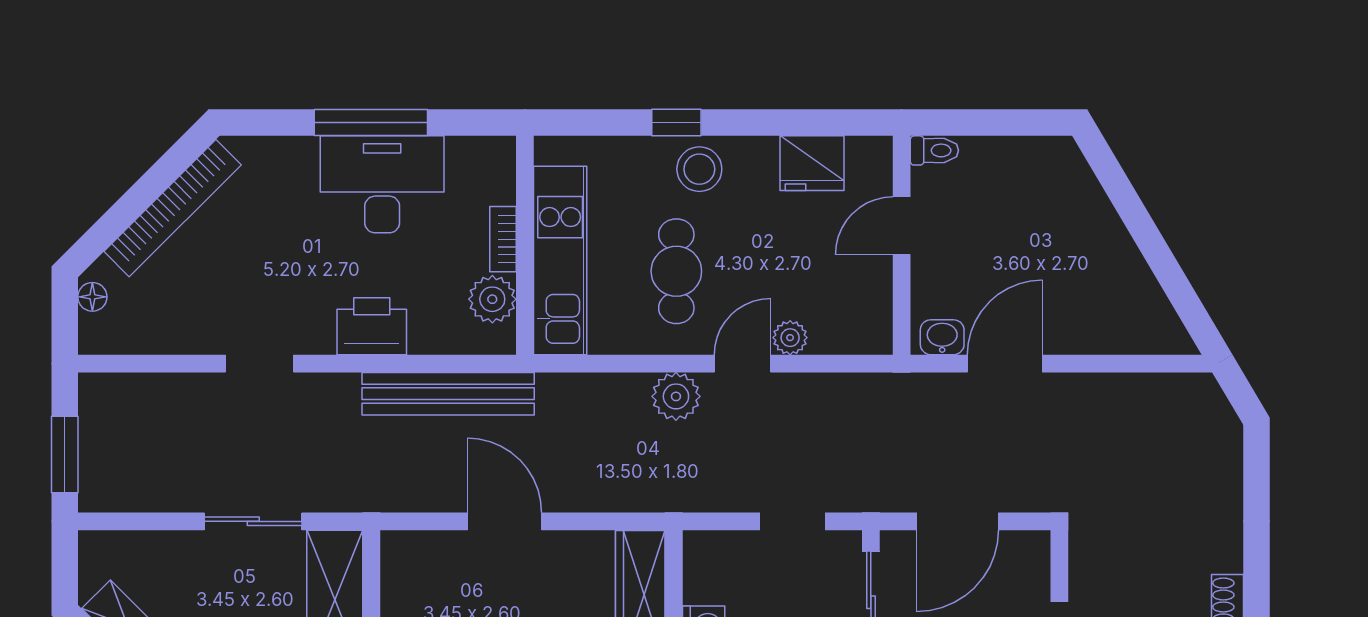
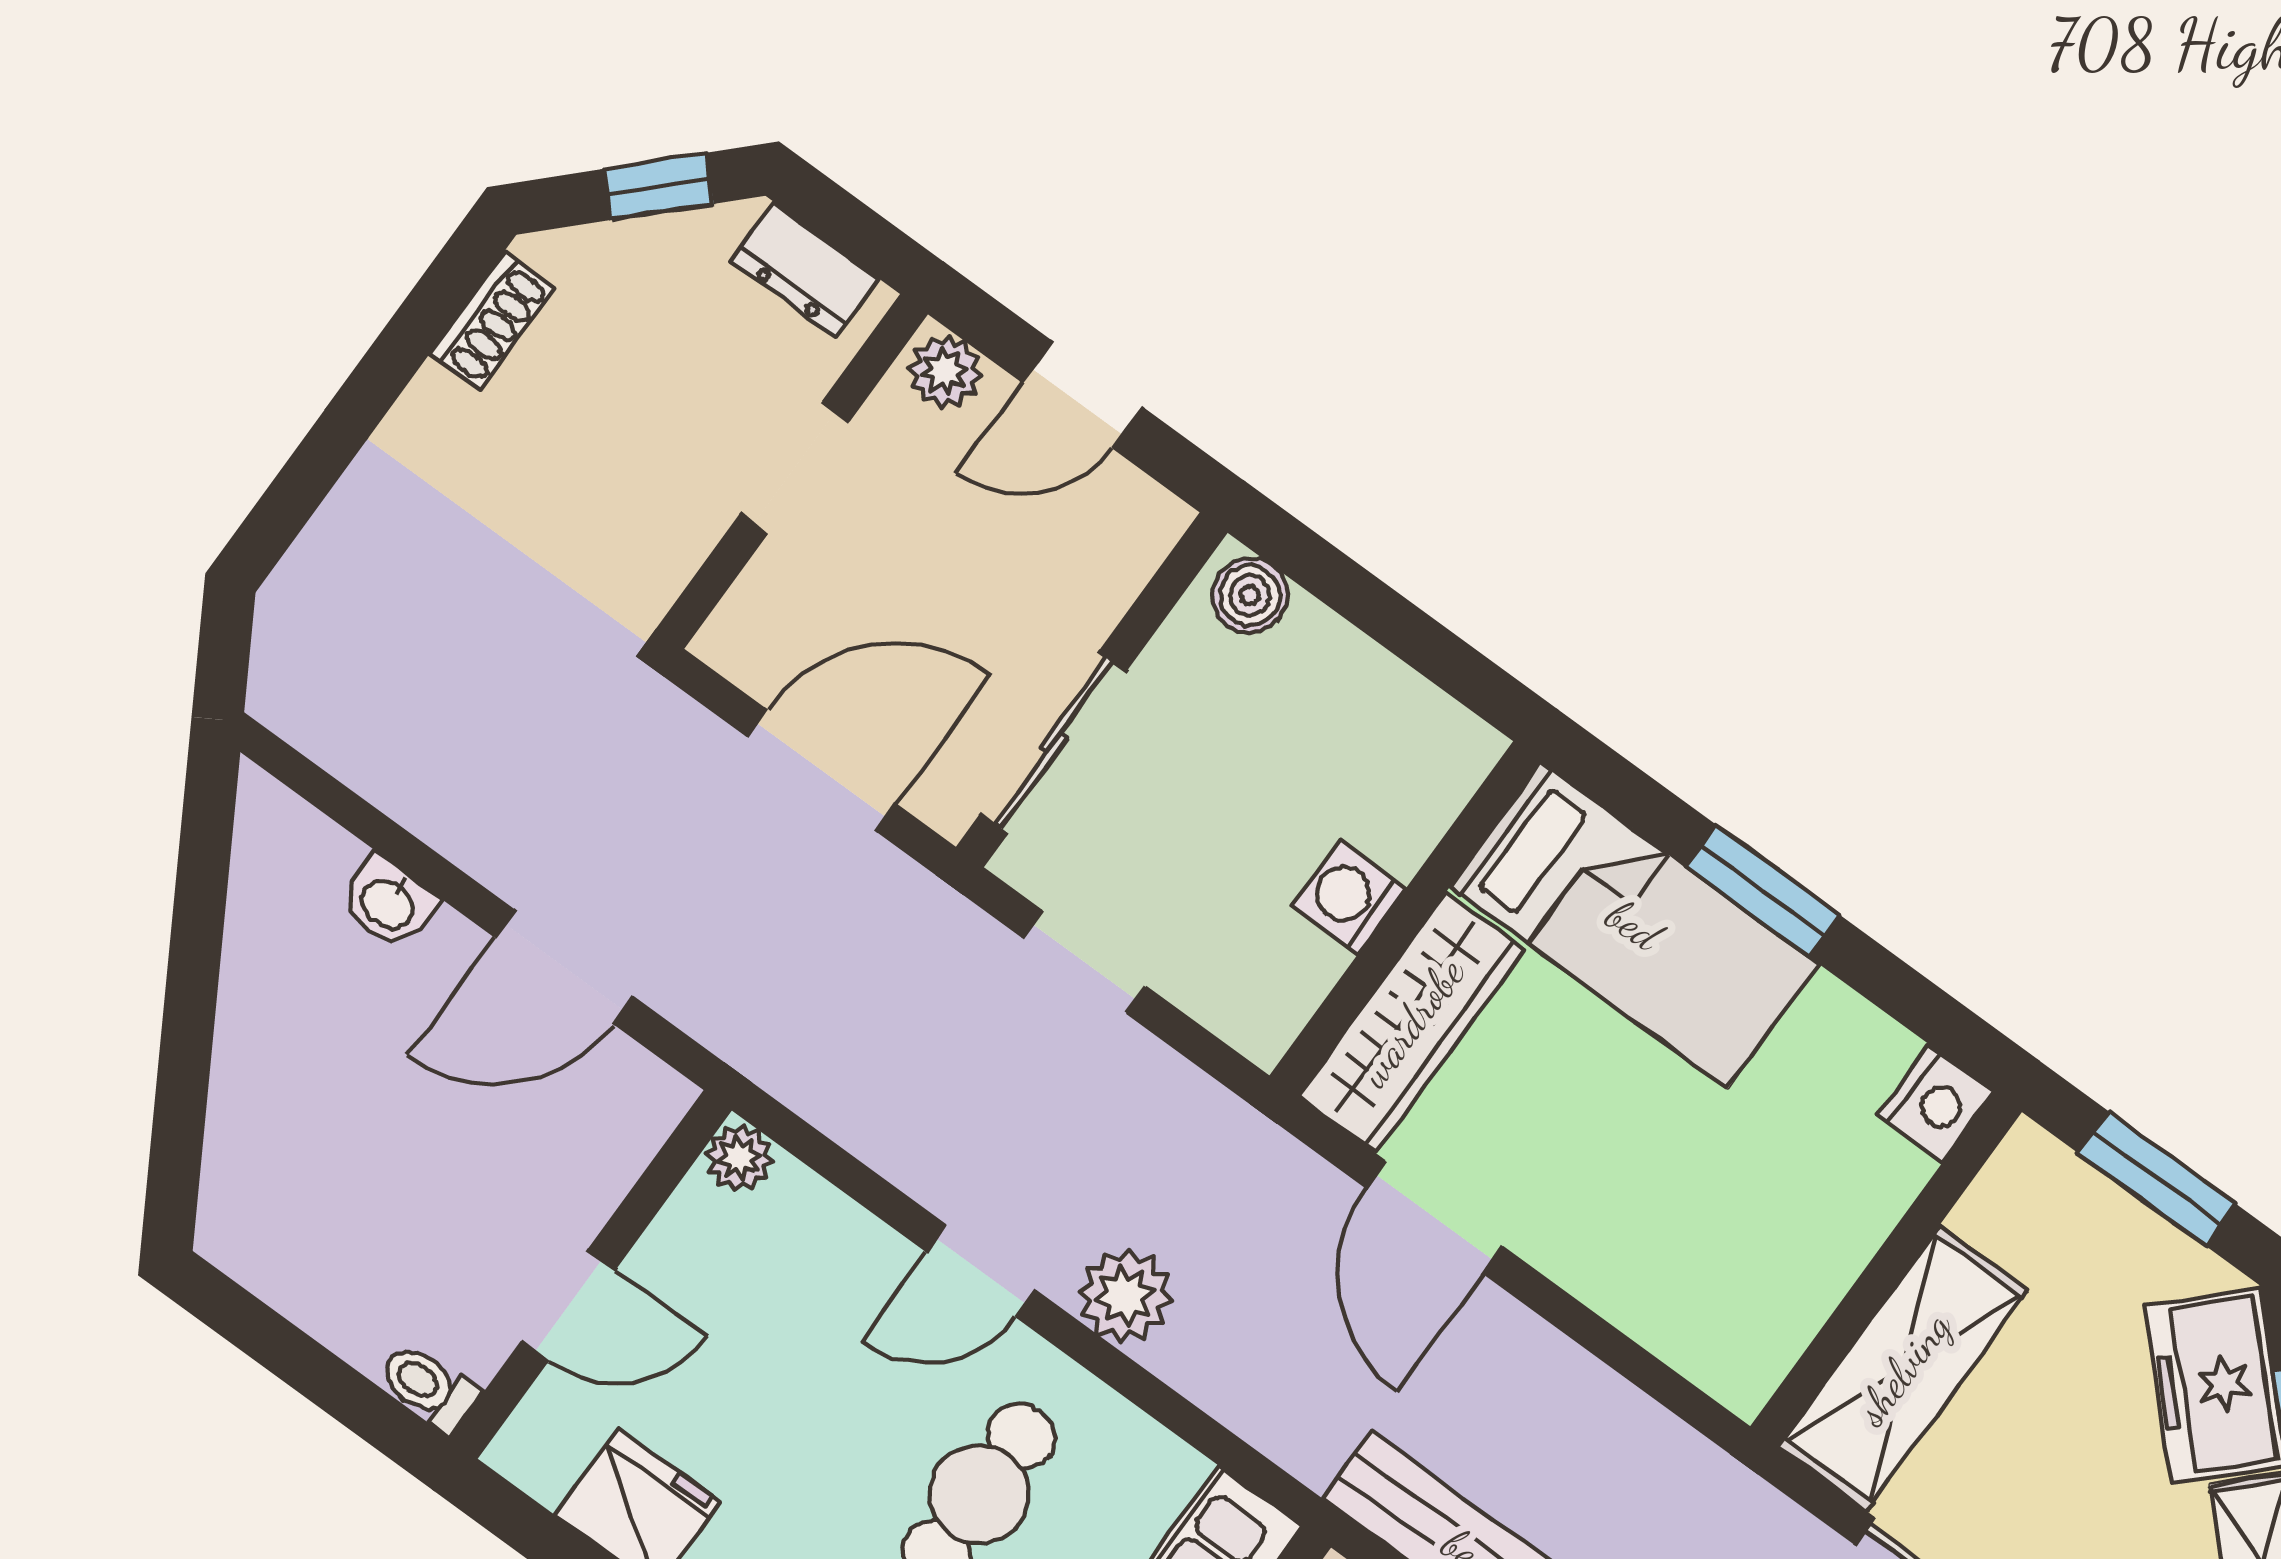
washbasin: (942, 337) -> (388, 903), moved
plant: (790, 338) -> (739, 1158), moved
door: (504, 521) -> (1434, 1217), moved

